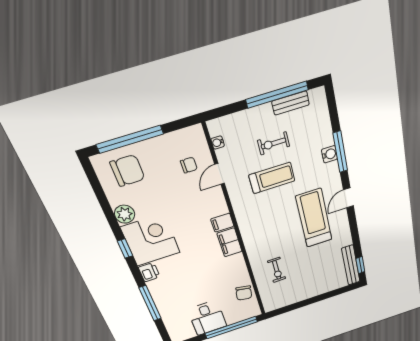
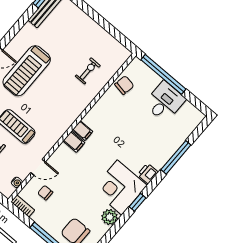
bookcase: (189, 133) -> (23, 206), added
filing cabinet: (230, 242) -> (83, 131), width x0.50

